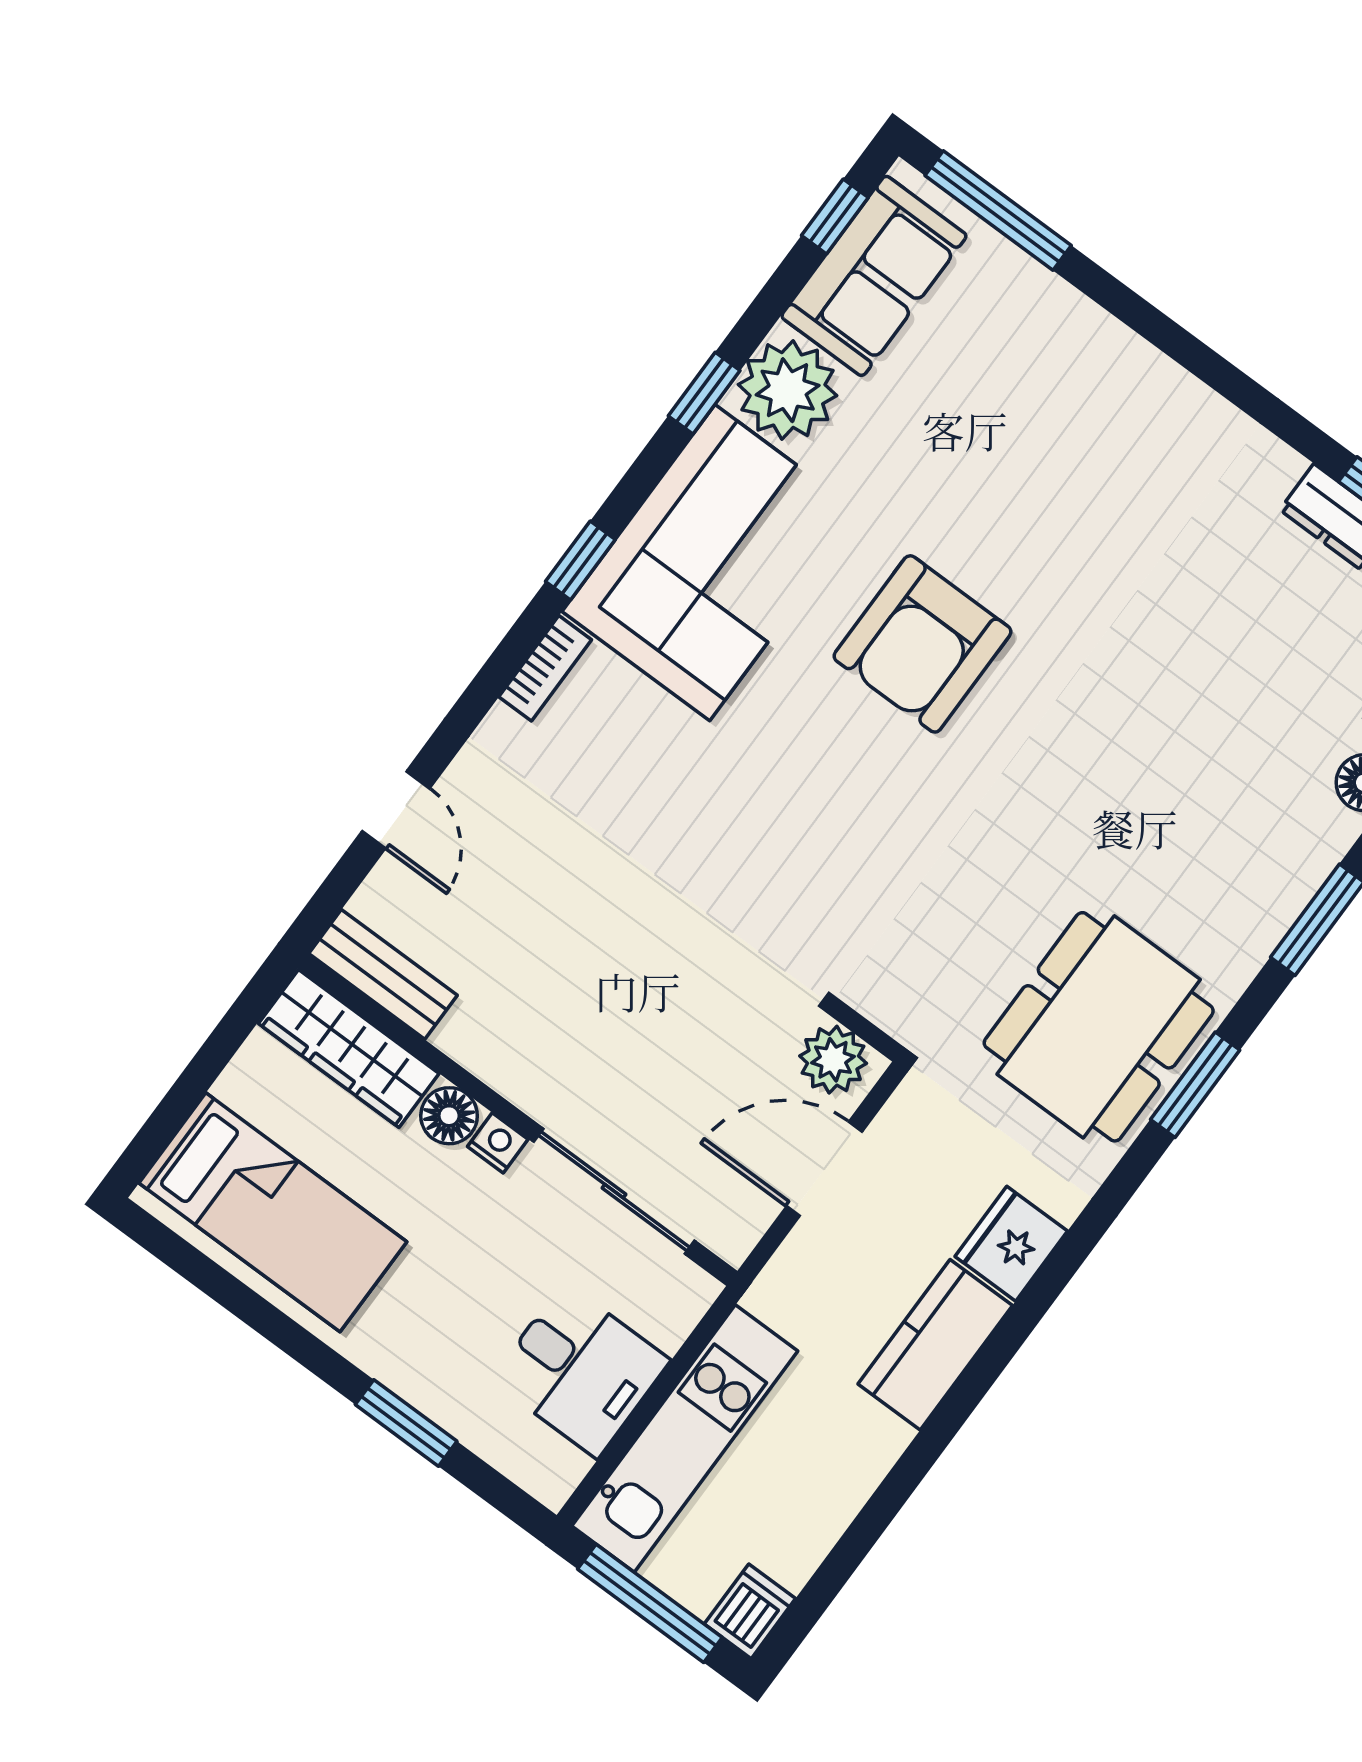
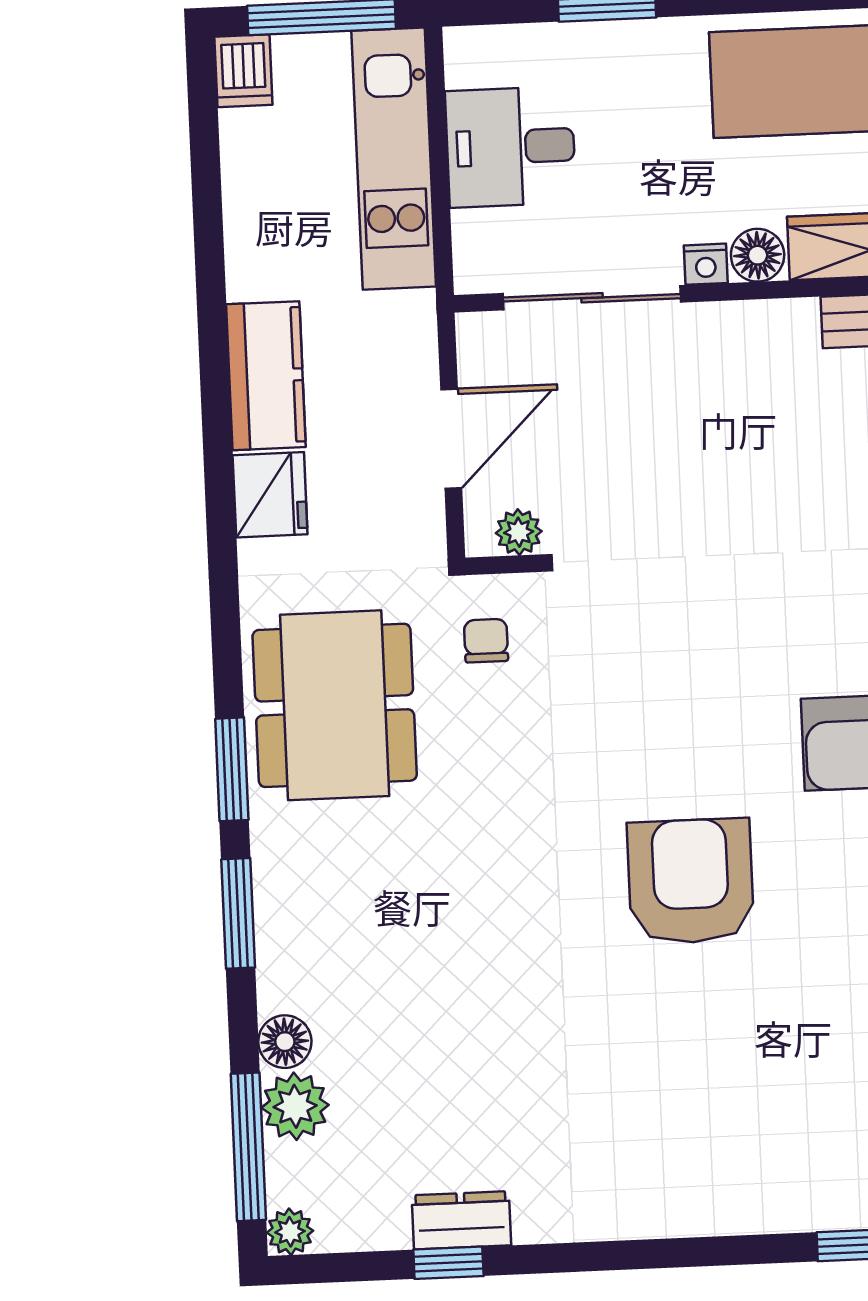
chair: (931, 979) -> (486, 641), added
plant: (833, 1060) -> (519, 532), width x0.73, depth x0.73
window: (1195, 1085) -> (232, 769), moved

